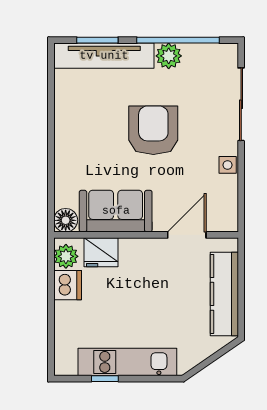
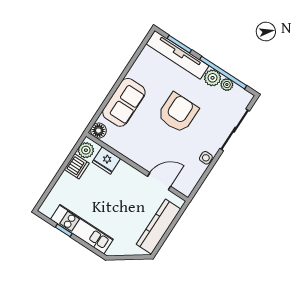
plant: (193, 52) -> (227, 85), added
sofa: (116, 211) -> (124, 102), moved, turned 90

